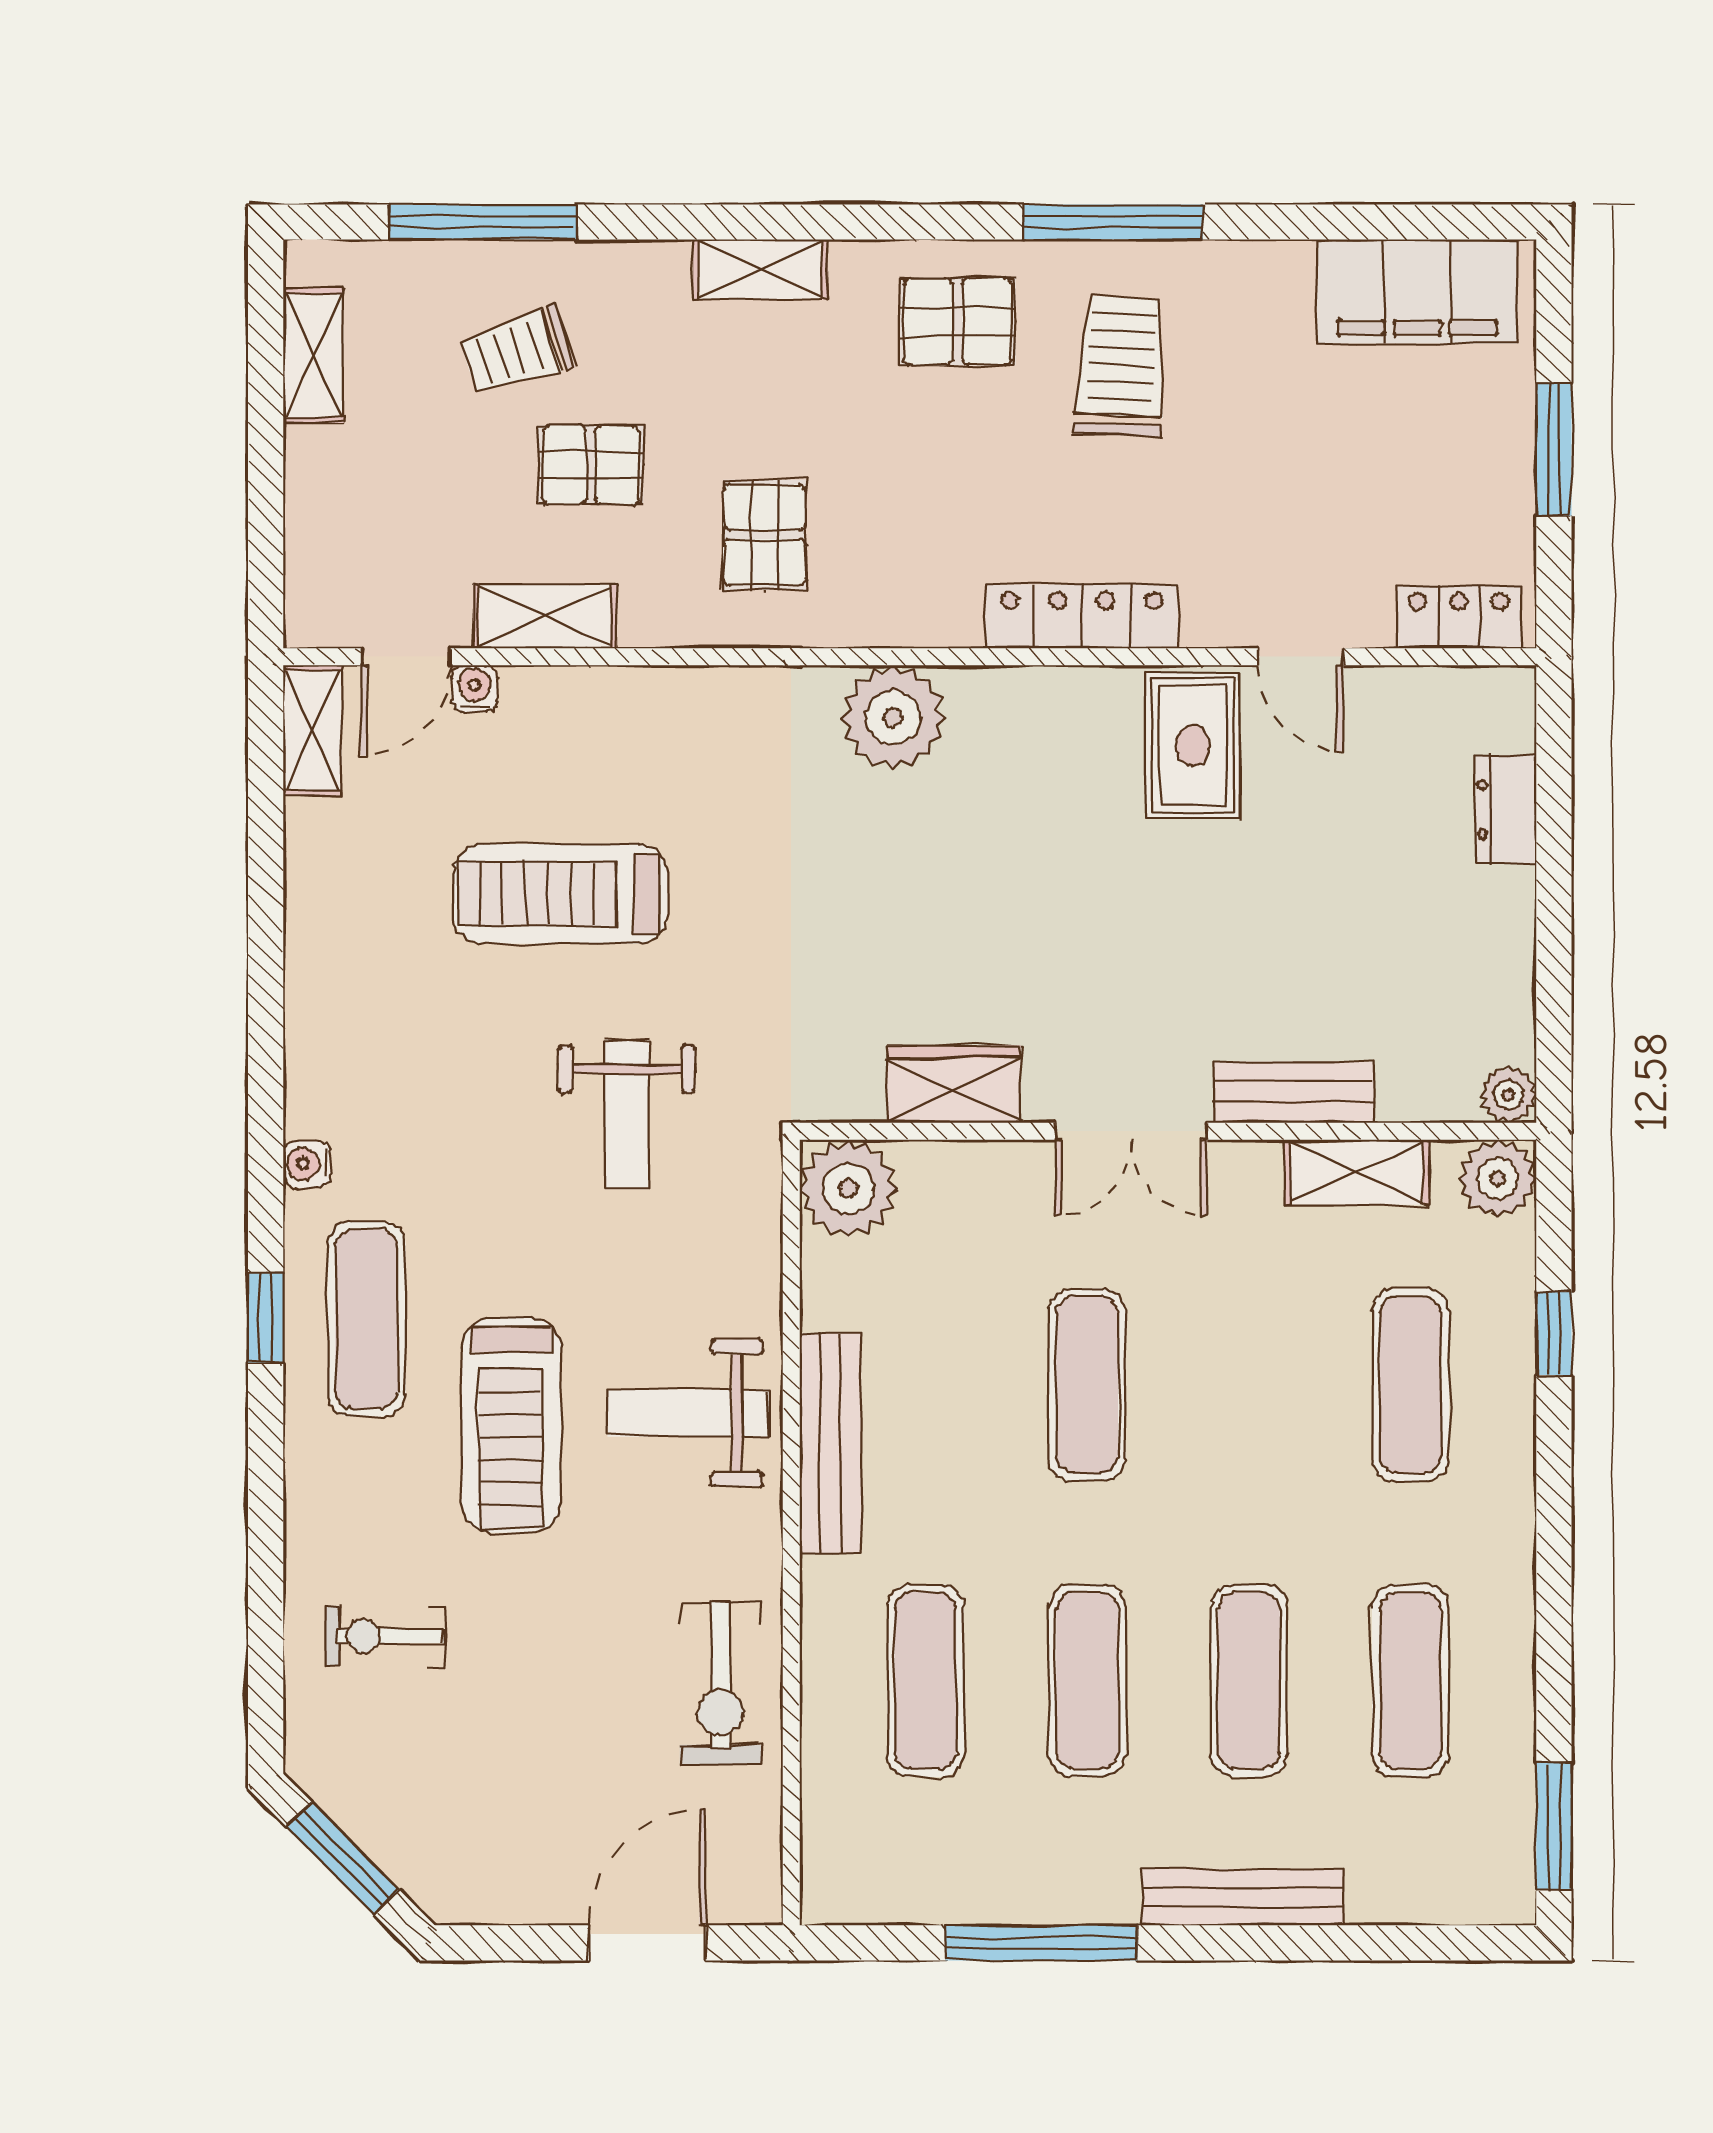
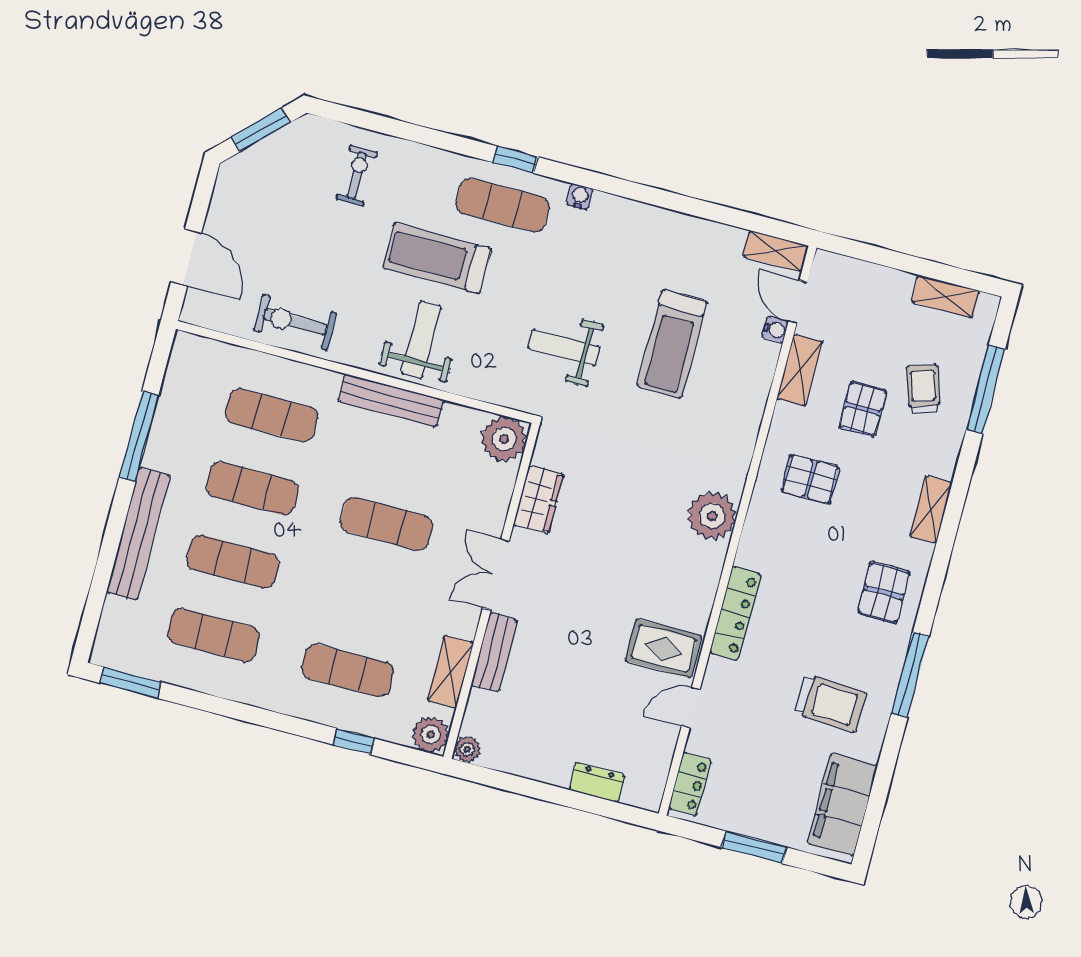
trolley: (1121, 366) -> (830, 703), moved
treadmill: (560, 894) -> (672, 344), turned 180
bench: (1243, 1897) -> (138, 534), width x1.37, depth x1.21

